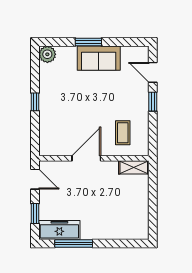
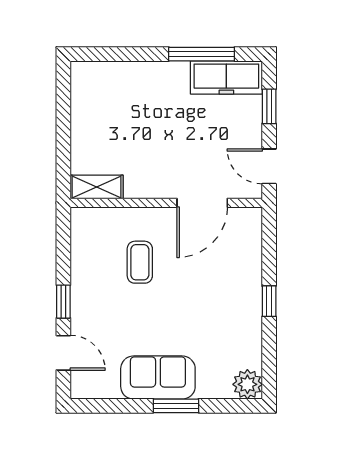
coffee table: (123, 133) -> (140, 262), moved
door: (86, 158) -> (202, 203), moved

